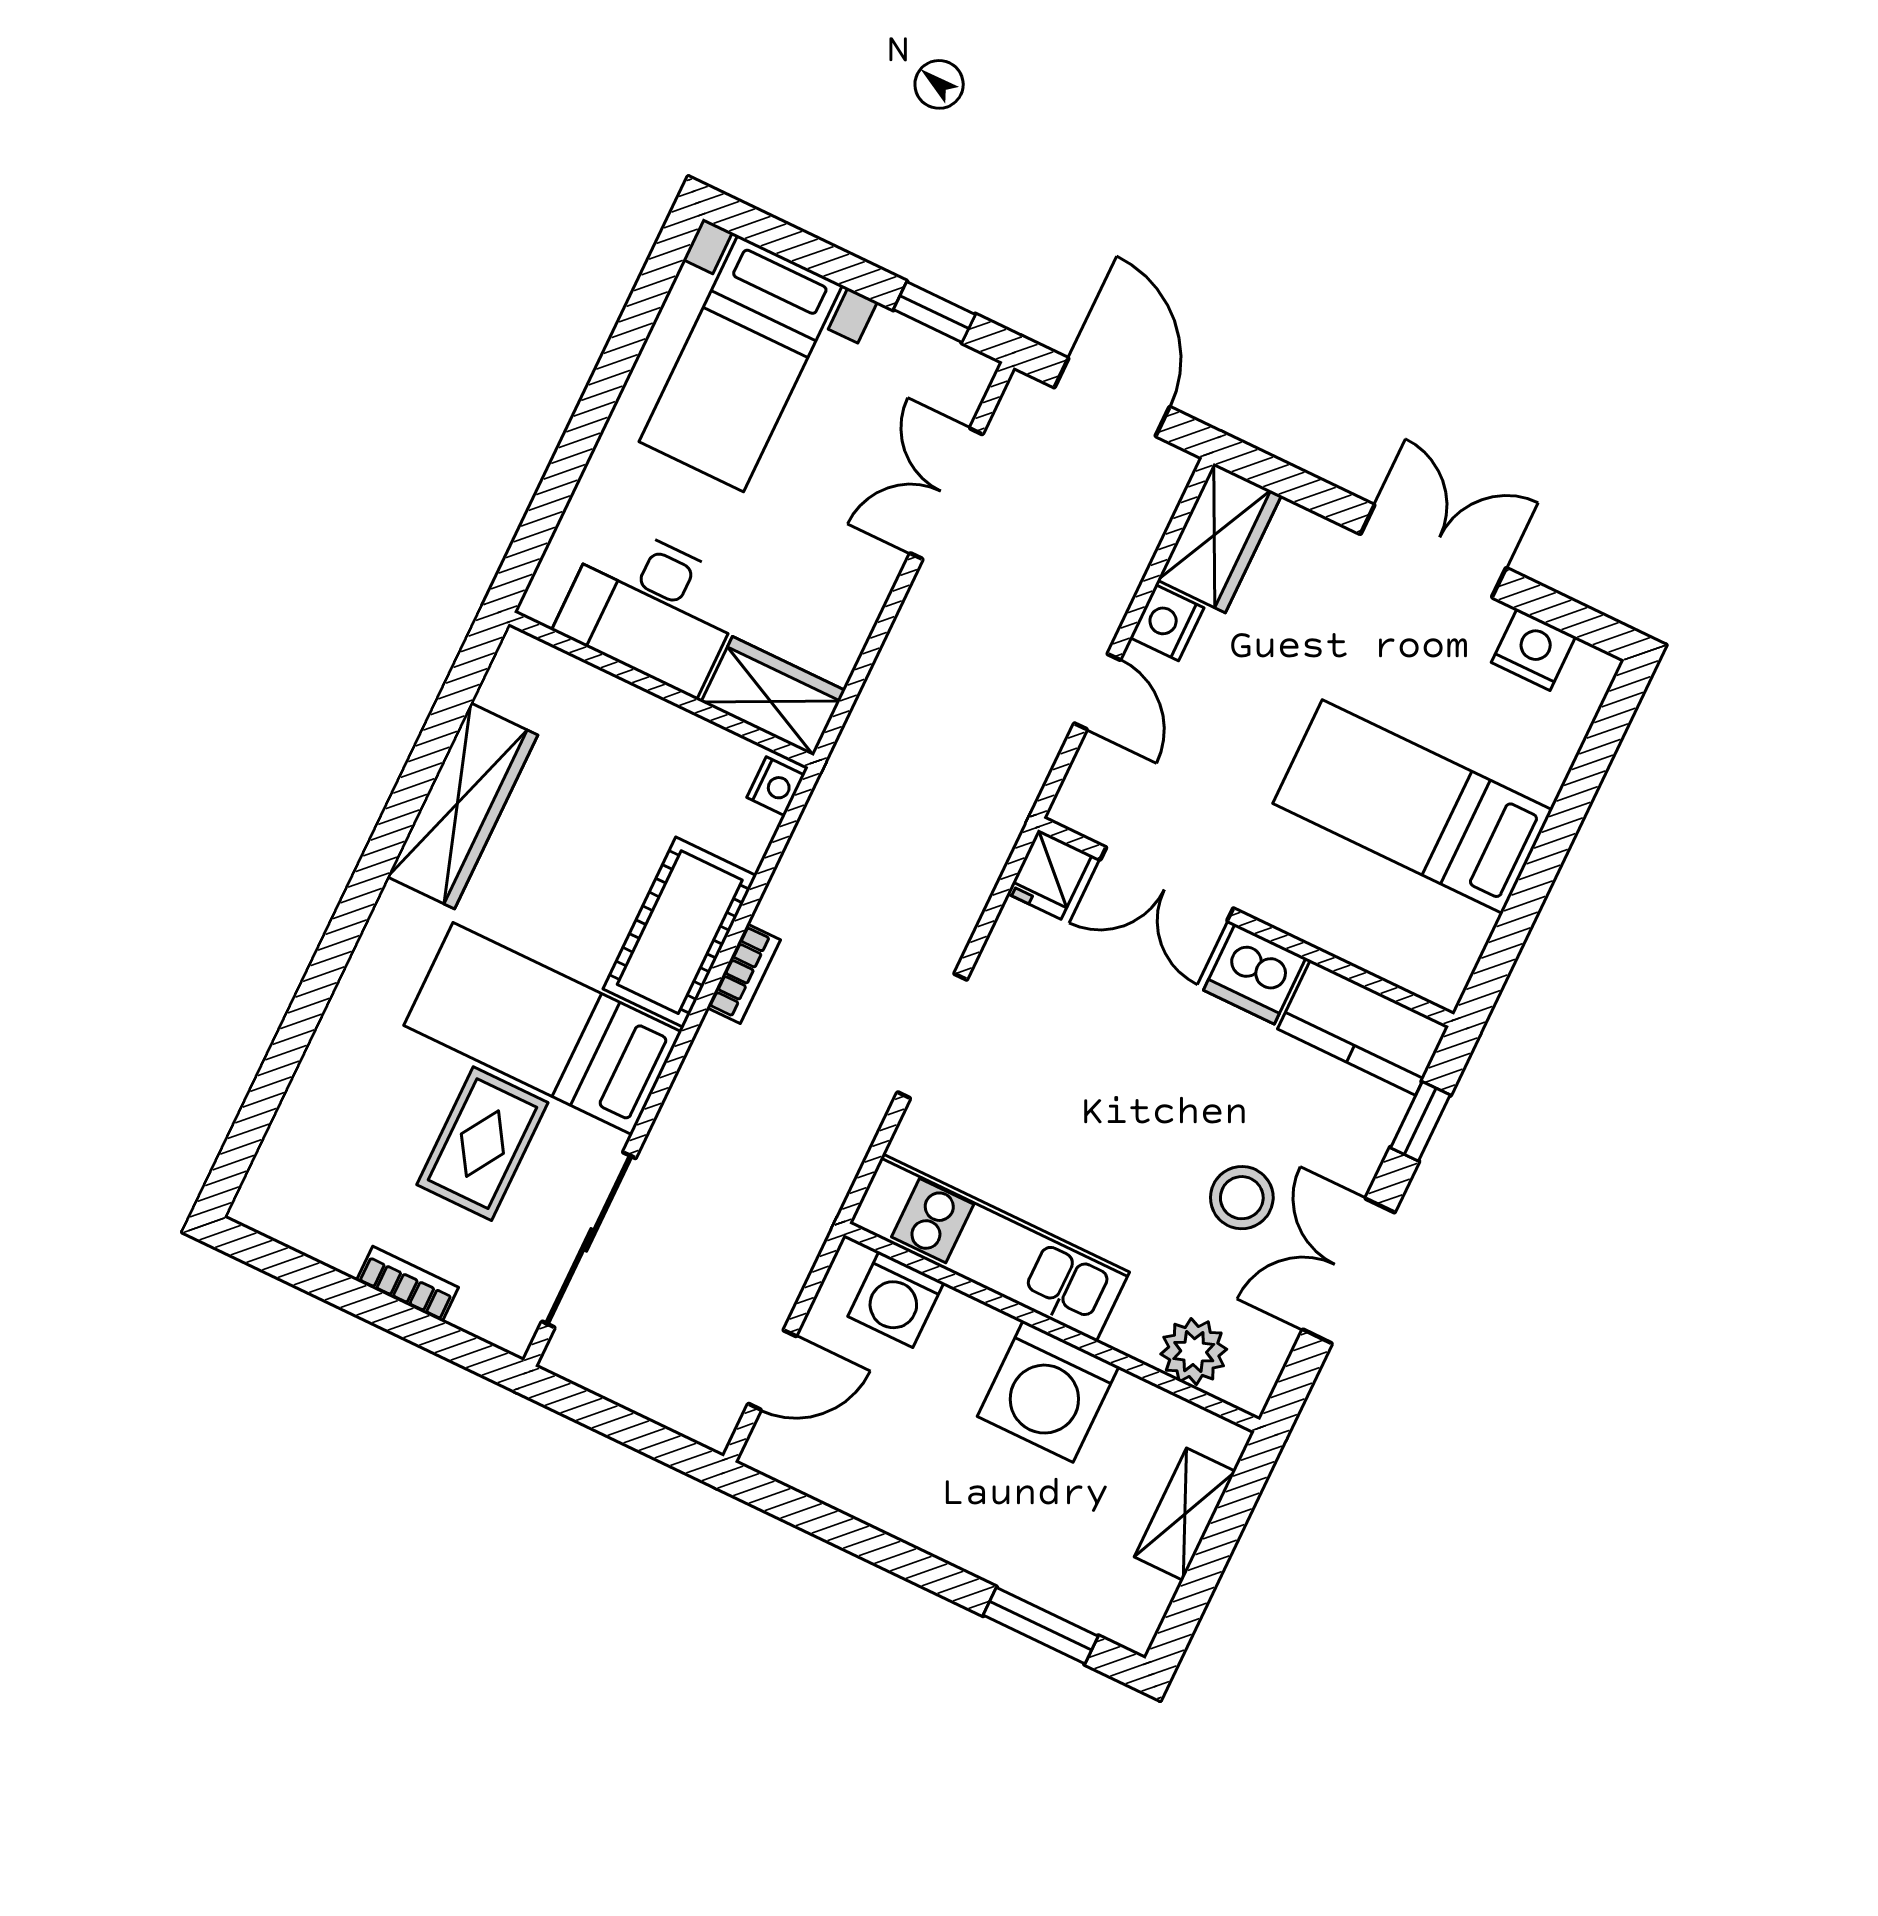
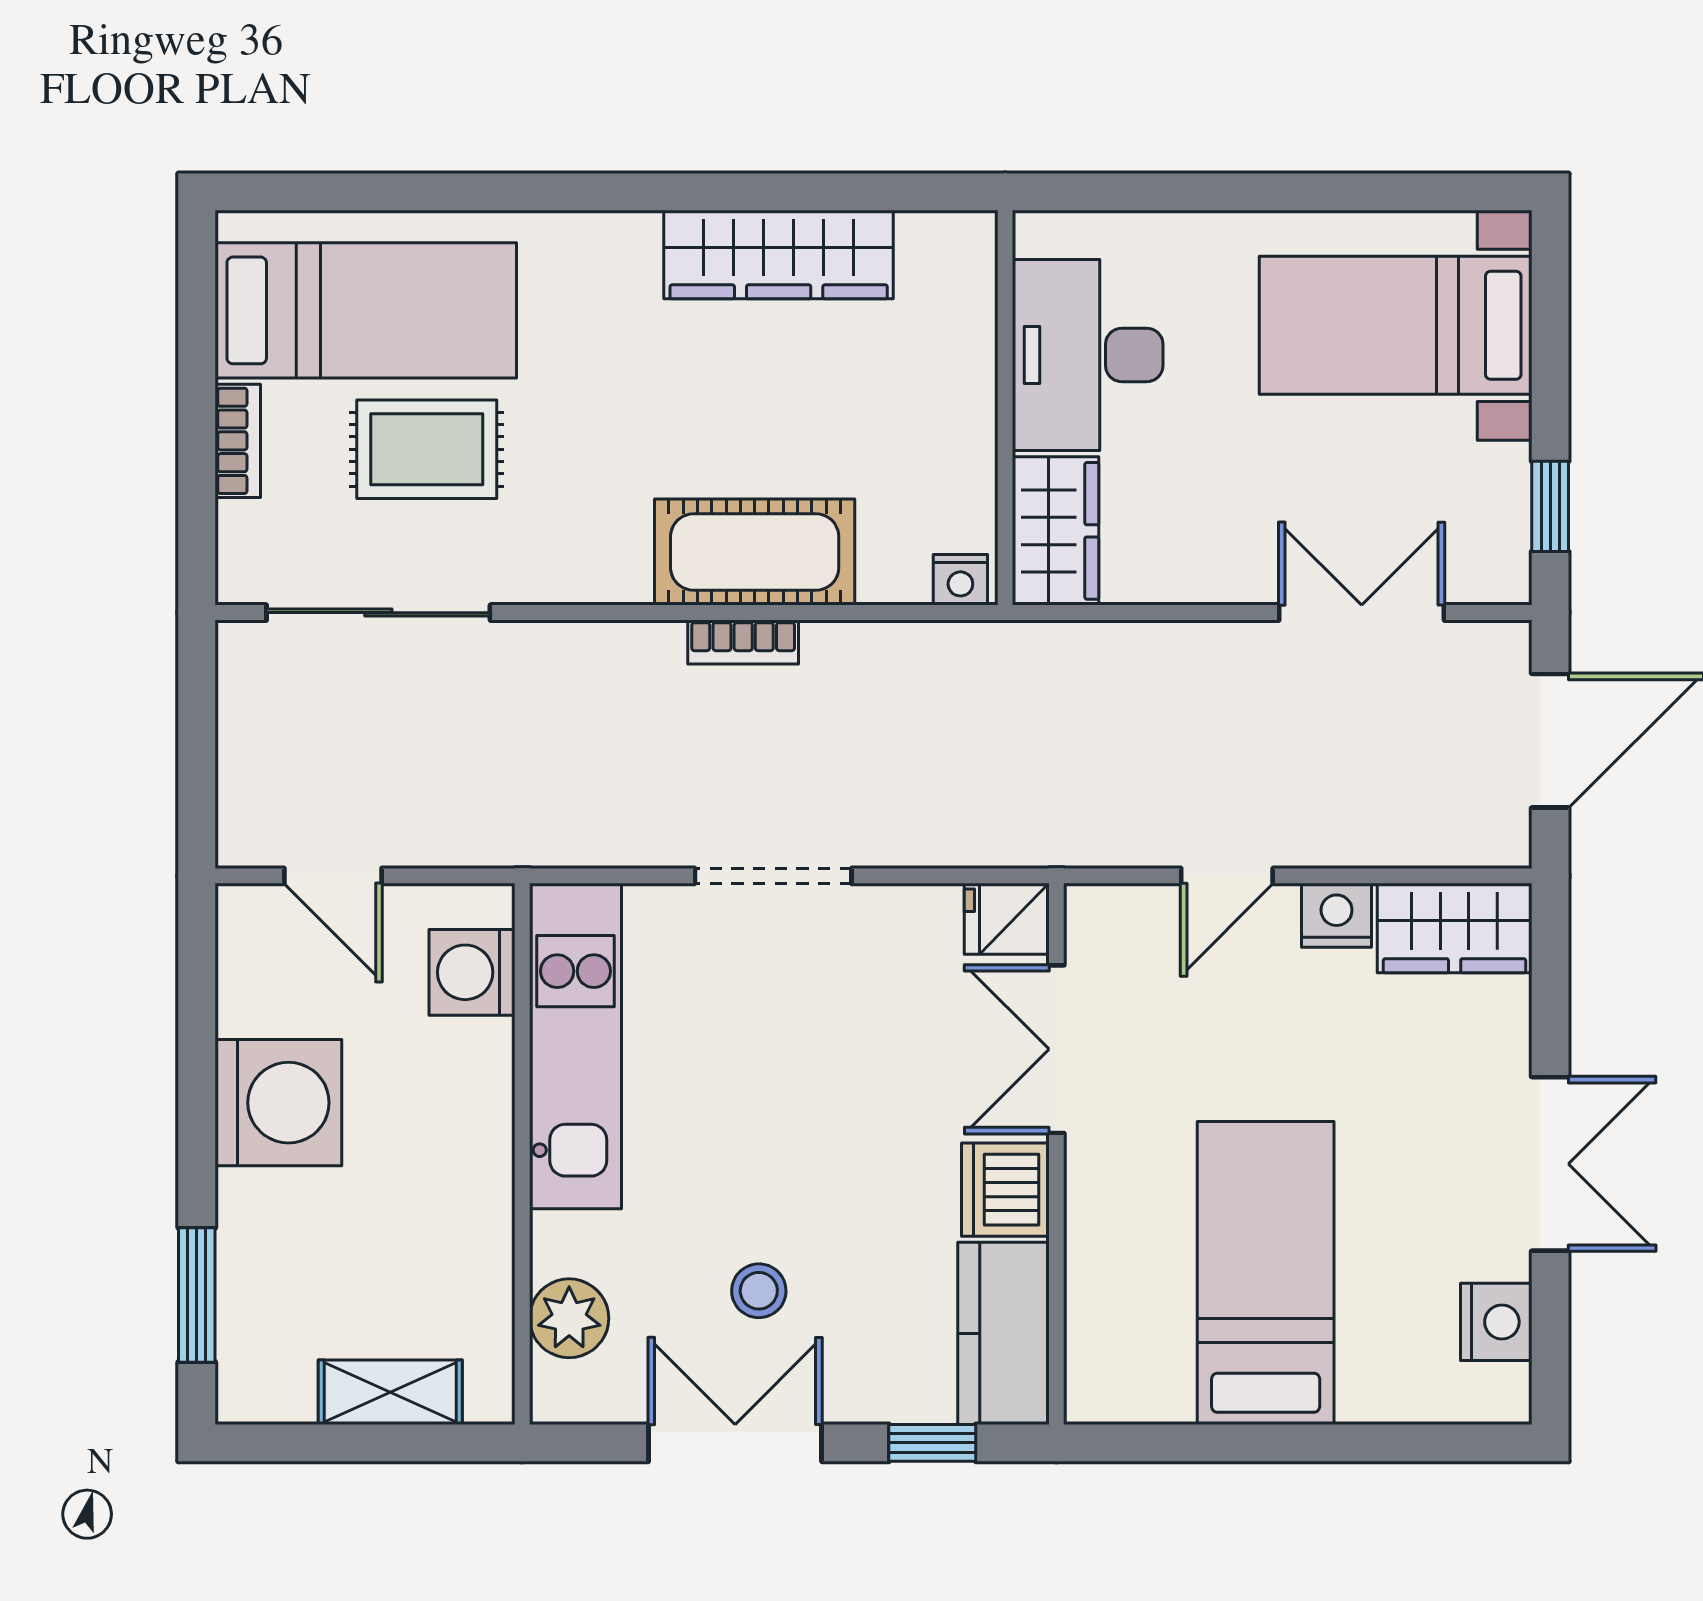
bed: (543, 1029) -> (366, 310), moved, turned 90
stool: (1242, 1198) -> (759, 1291), width x0.73, depth x0.73
washing machine: (1048, 1391) -> (278, 1103), moved, turned 180

